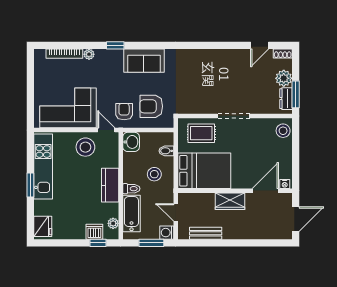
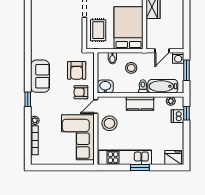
bench: (206, 233) -> (179, 27), removed

